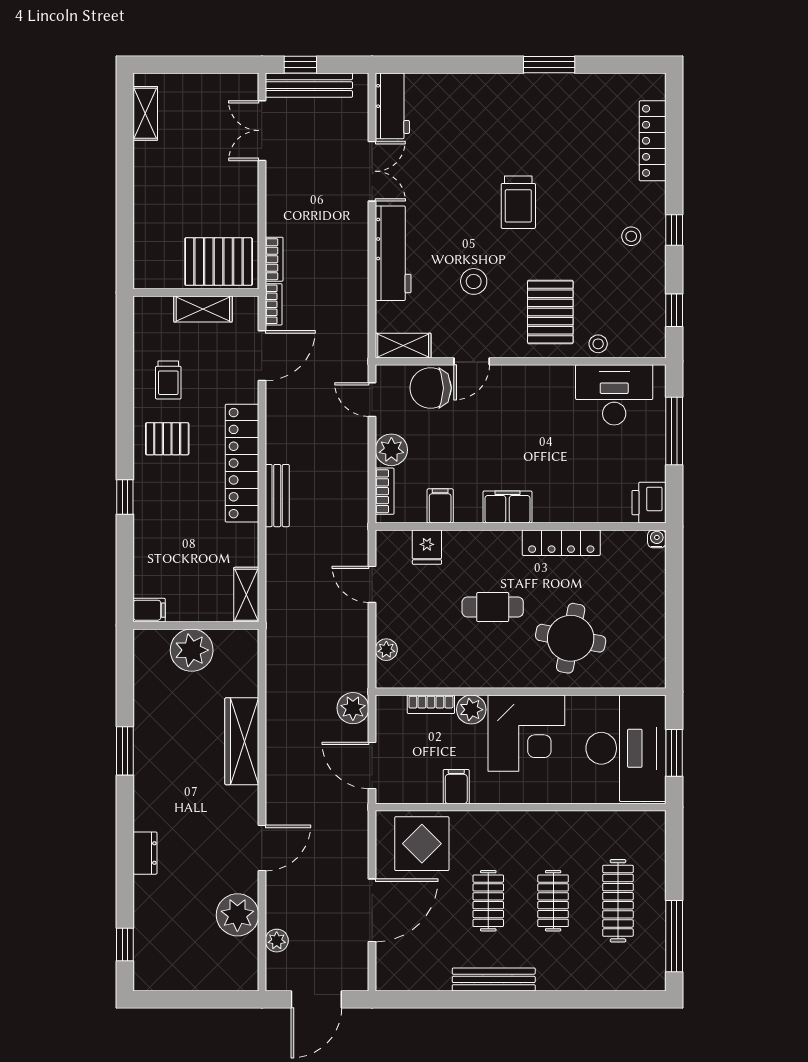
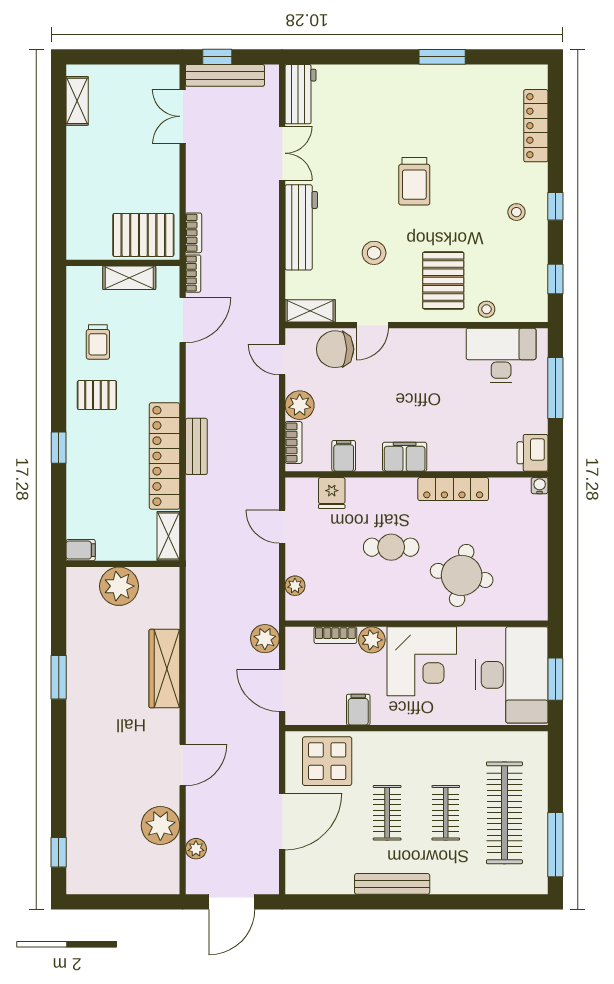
locker: (242, 463) -> (165, 456), moved
dresser: (145, 853) -> (77, 770), removed
clothes rail: (618, 901) -> (504, 813), width x1.37, depth x1.31

